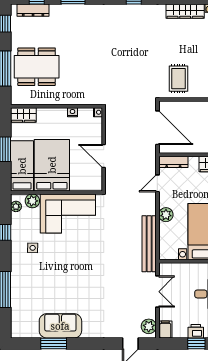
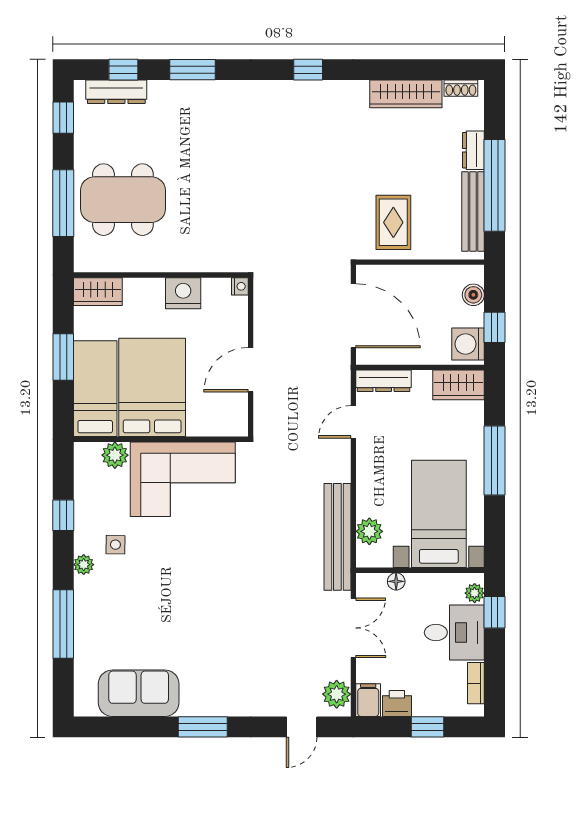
nightstand: (72, 112) -> (183, 293), width x1.89, depth x1.79
door: (104, 156) -> (251, 370), hinge flipped
plant: (16, 206) -> (84, 565), moved
plant: (166, 215) -> (369, 531), moved
floor lamp: (180, 267) -> (396, 581), added
sofa: (60, 326) -> (139, 693), moved
printer: (196, 331) -> (397, 703), moved
window: (54, 343) -> (203, 727), moved

